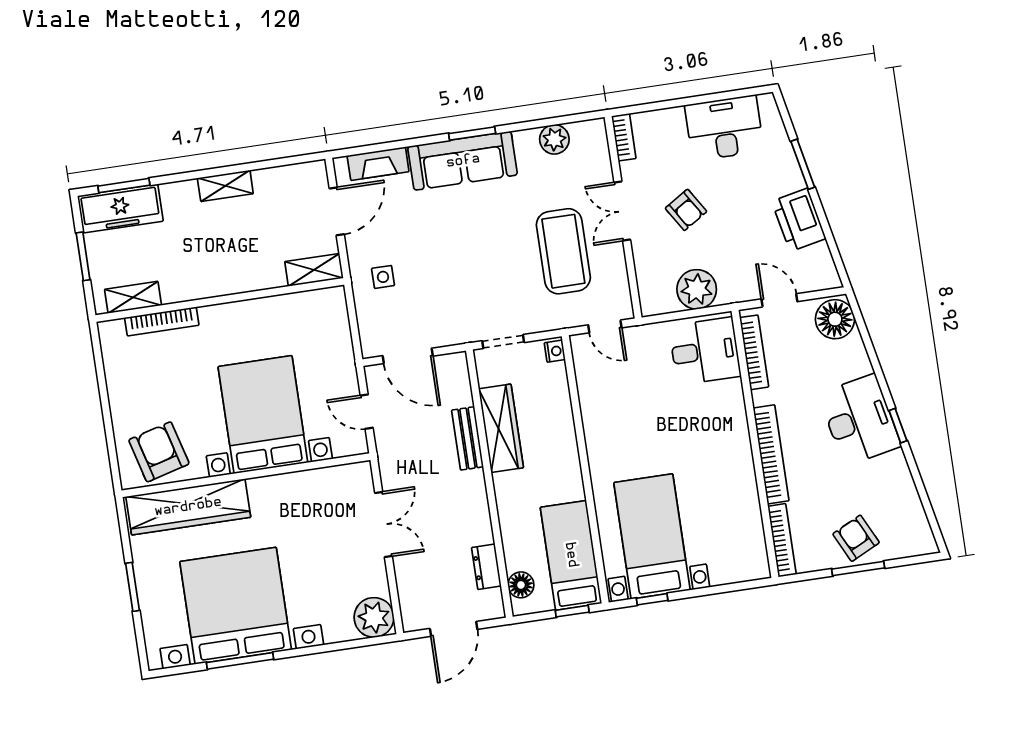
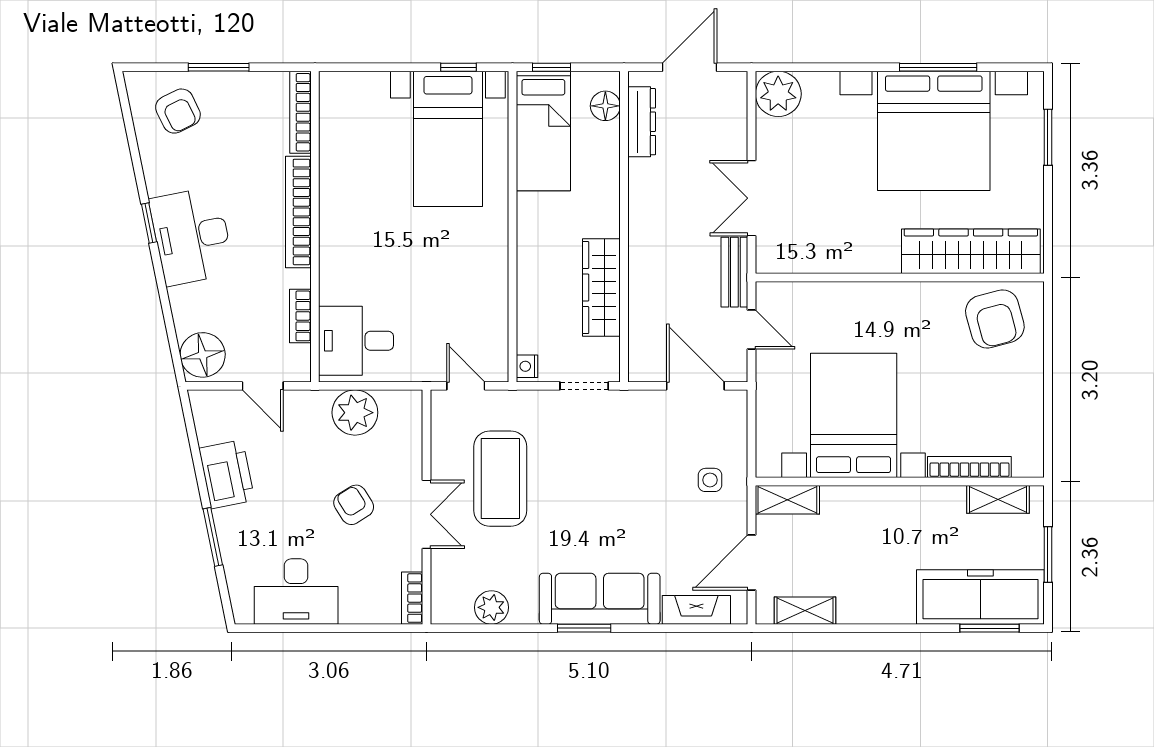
shelving: (225, 186) -> (805, 611), moved
freezer: (120, 208) -> (980, 597), width x1.36, depth x1.26
bookcase: (754, 352) -> (300, 316), width x0.64
bed with nightstands: (263, 415) -> (854, 415), moved, turned 180
bench: (468, 438) -> (734, 272), moved
armchair: (856, 538) -> (178, 111), moved
dresser: (486, 567) -> (642, 122), width x1.44
window: (132, 587) -> (1048, 137), moved

